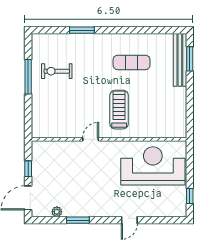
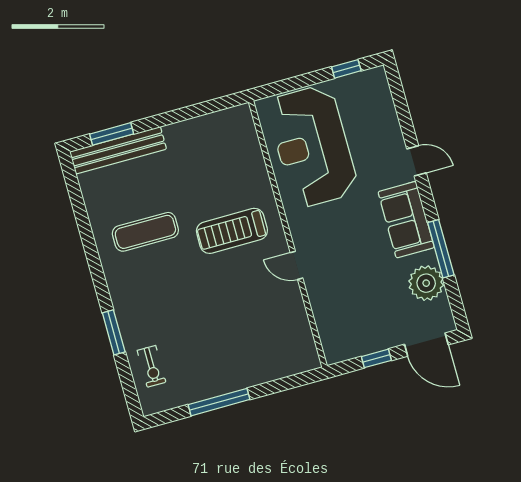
exercise mat: (132, 62) -> (145, 232), turned 90
exercise bike: (57, 71) -> (151, 366), moved, width x0.73, depth x0.72
sofa: (99, 206) -> (406, 220), added
plant: (57, 212) -> (426, 283), width x1.88, depth x1.88
window: (78, 220) -> (441, 249), width x1.44

